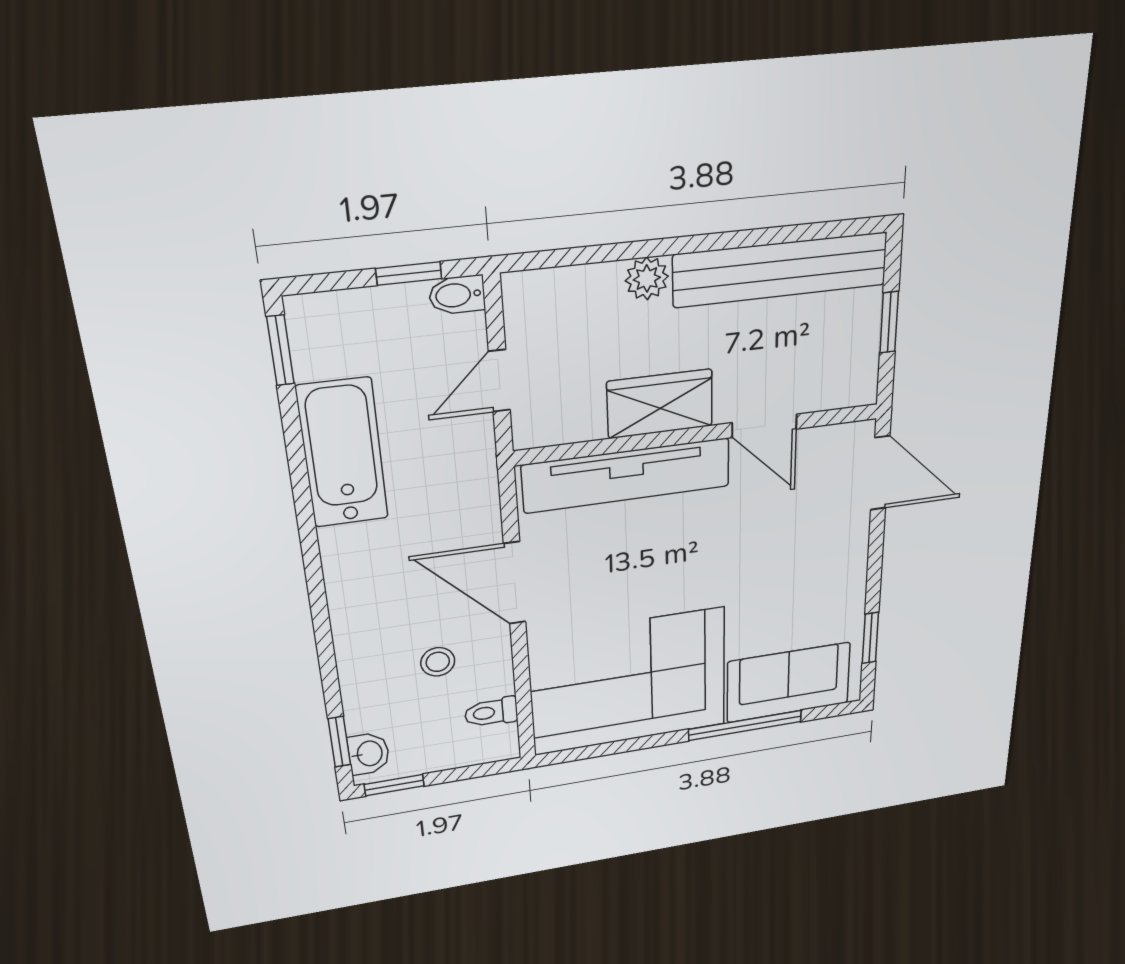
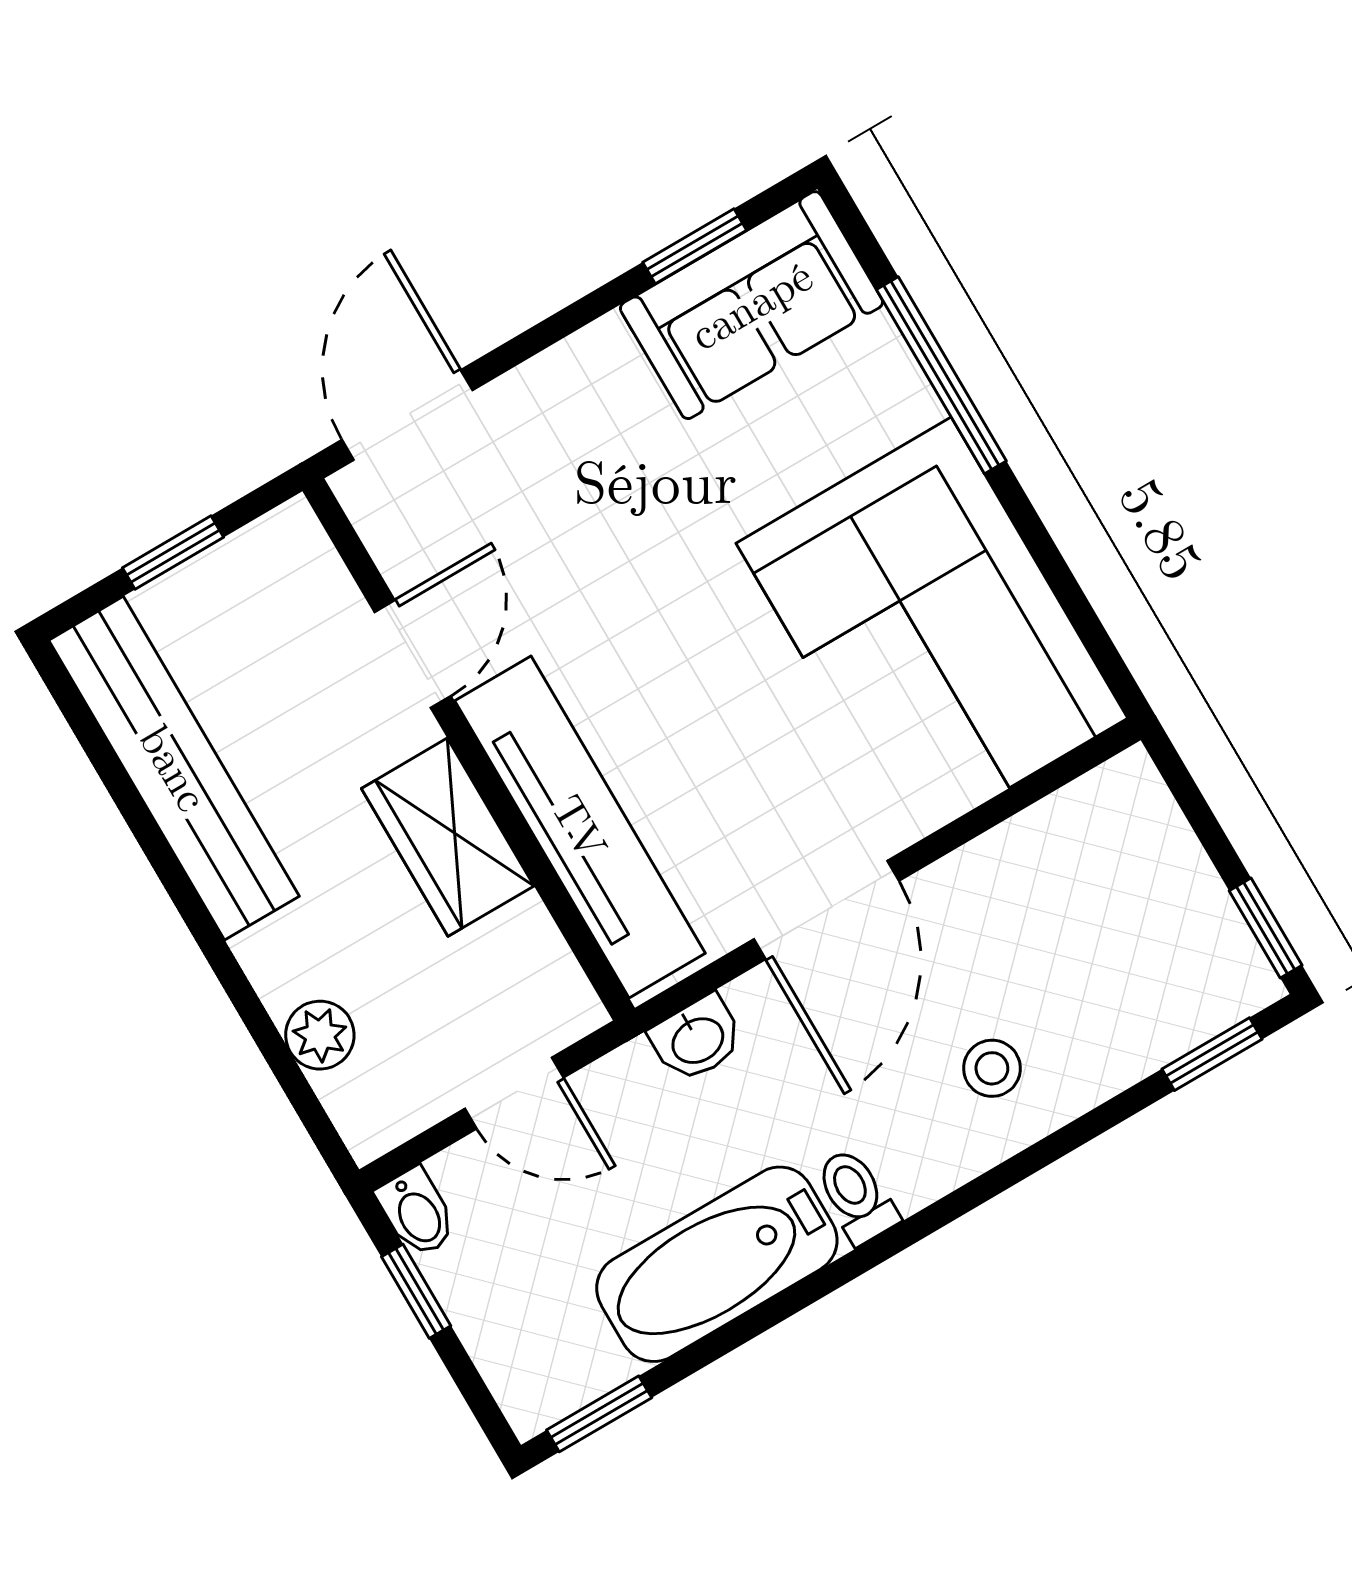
plant: (647, 279) -> (320, 1035), moved
stool: (438, 662) -> (992, 1068), moved
sofa: (788, 682) -> (751, 305), moved, turned -90
toilet: (491, 712) -> (856, 1196), moved, turned 180
washbasin: (369, 754) -> (697, 1039), moved, turned 180

